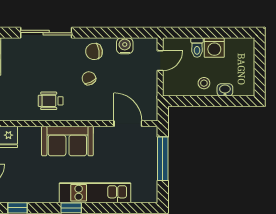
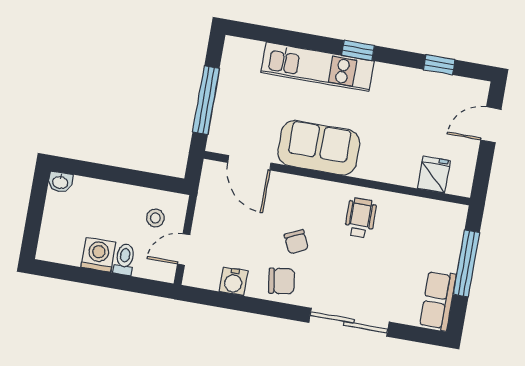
stool: (204, 83) -> (155, 218), moved
washbasin: (225, 90) -> (60, 182), moved
wheelchair: (51, 101) -> (360, 218), turned -90
sofa: (67, 141) -> (319, 148), moved

